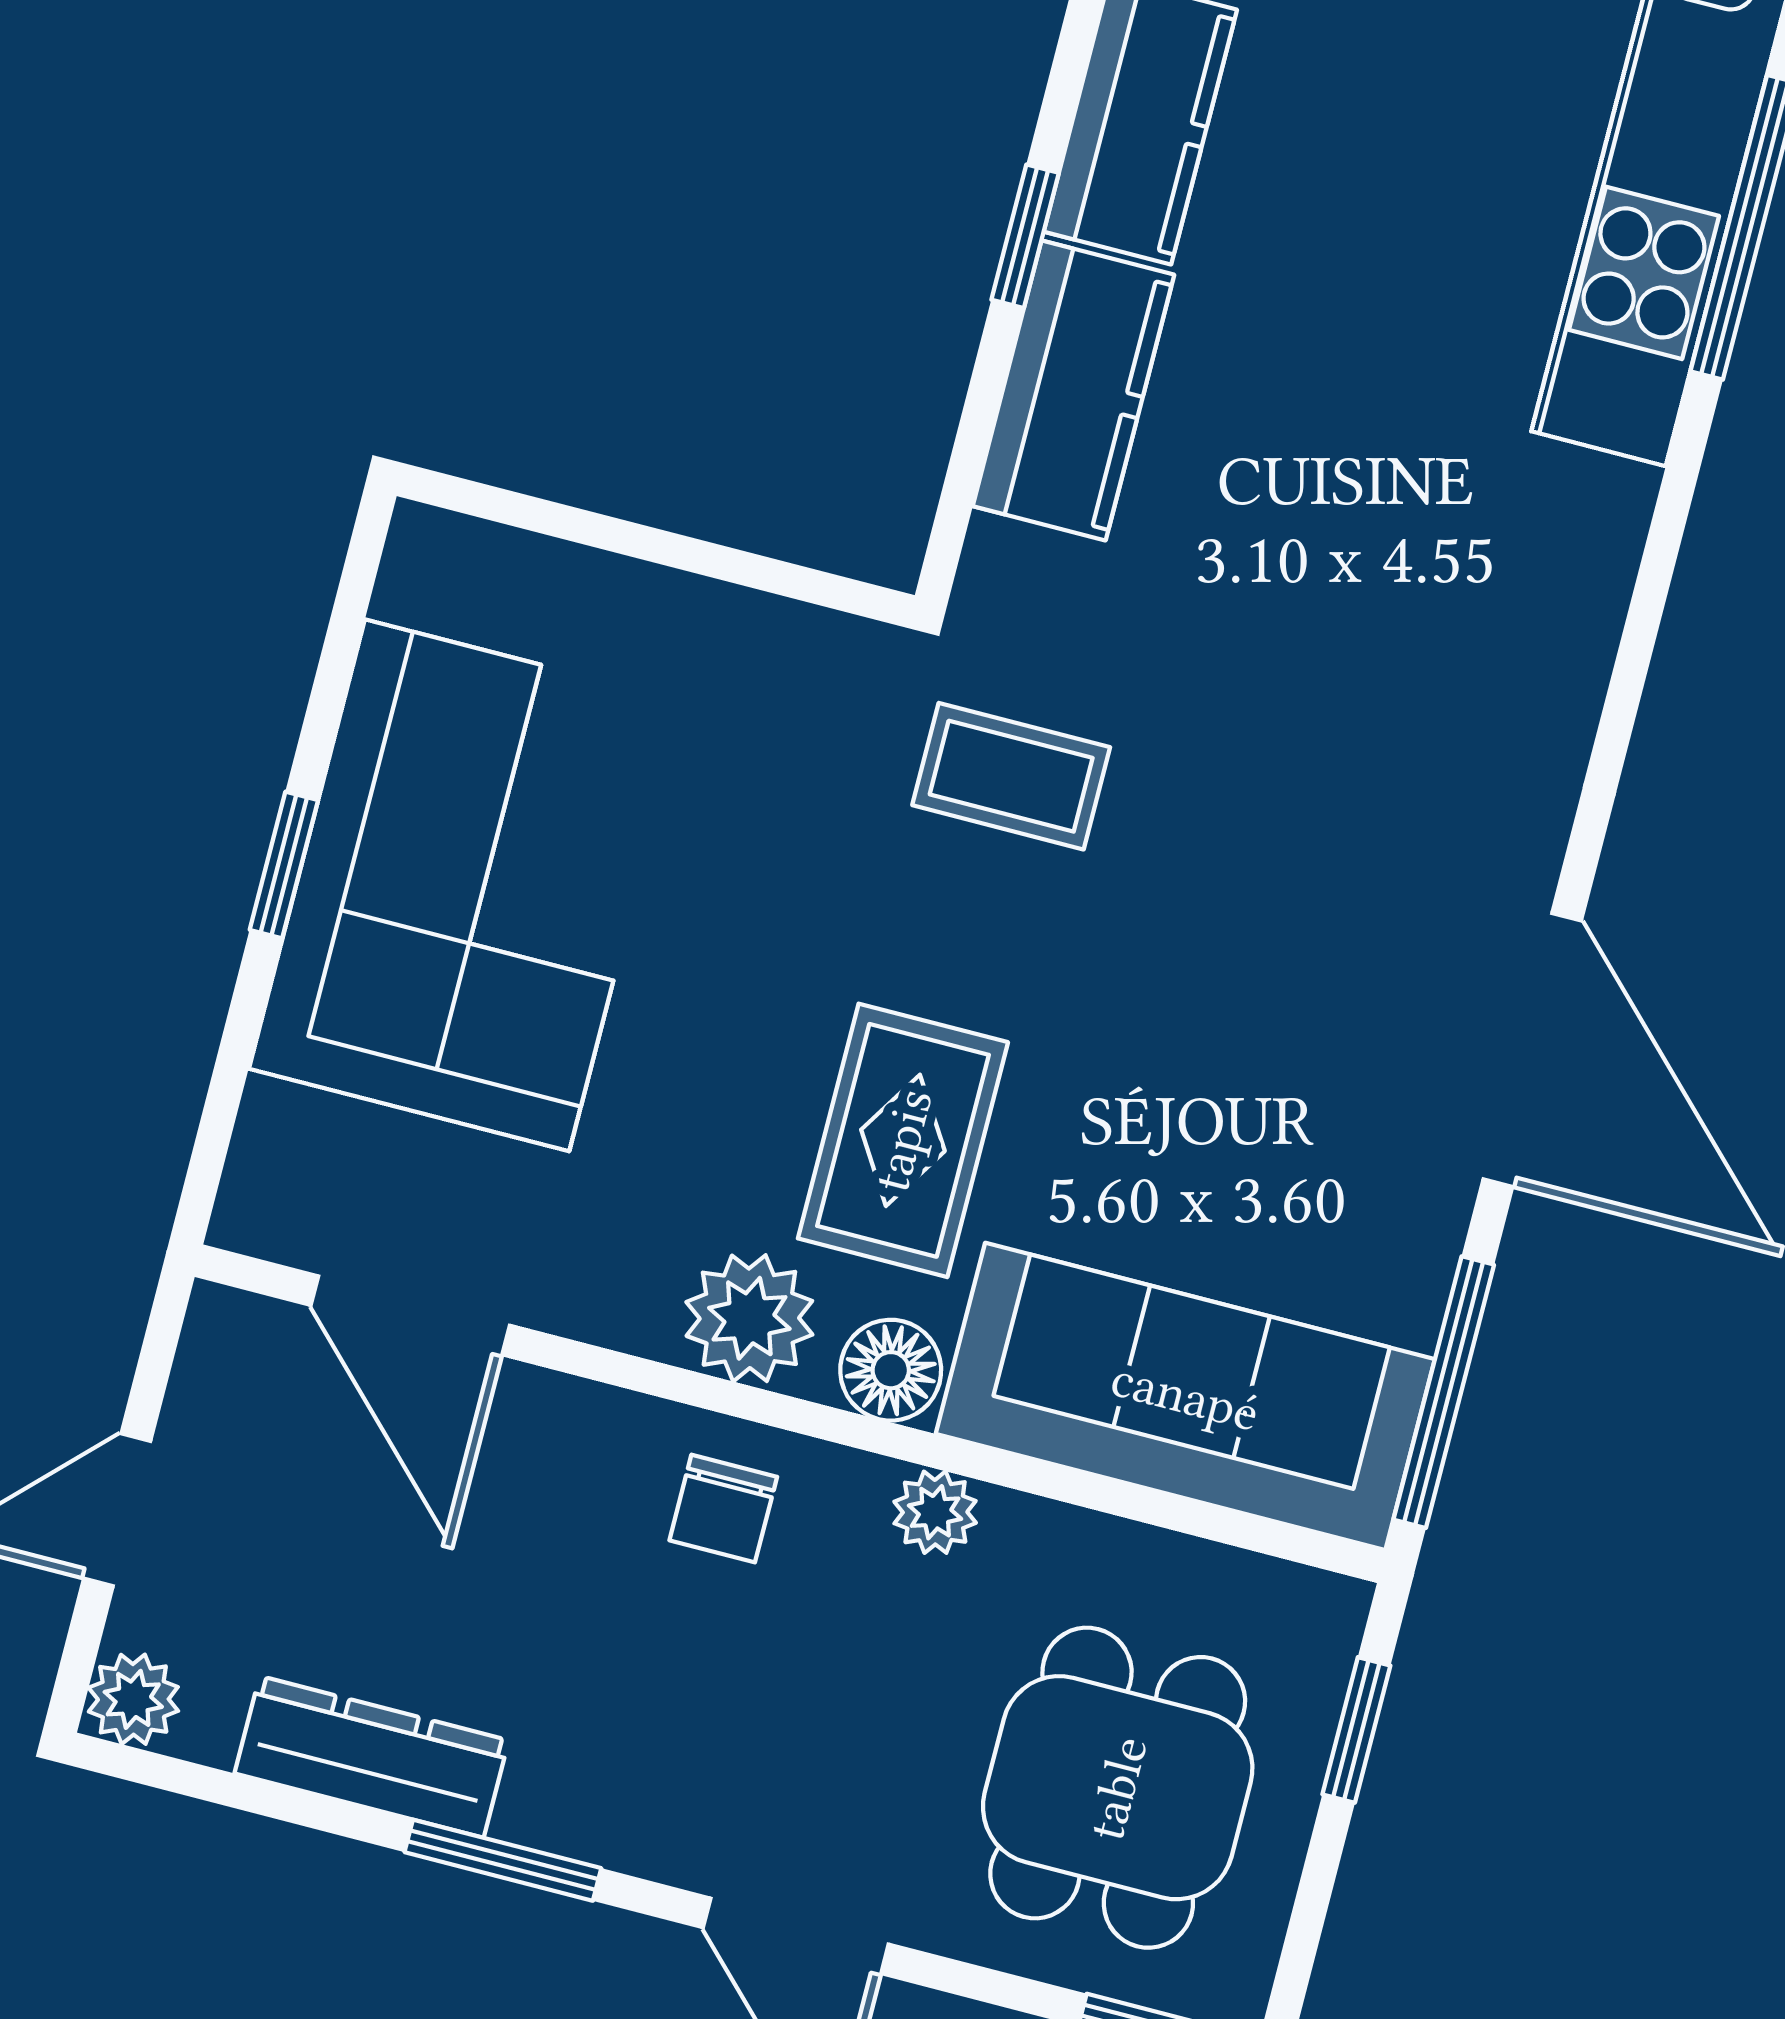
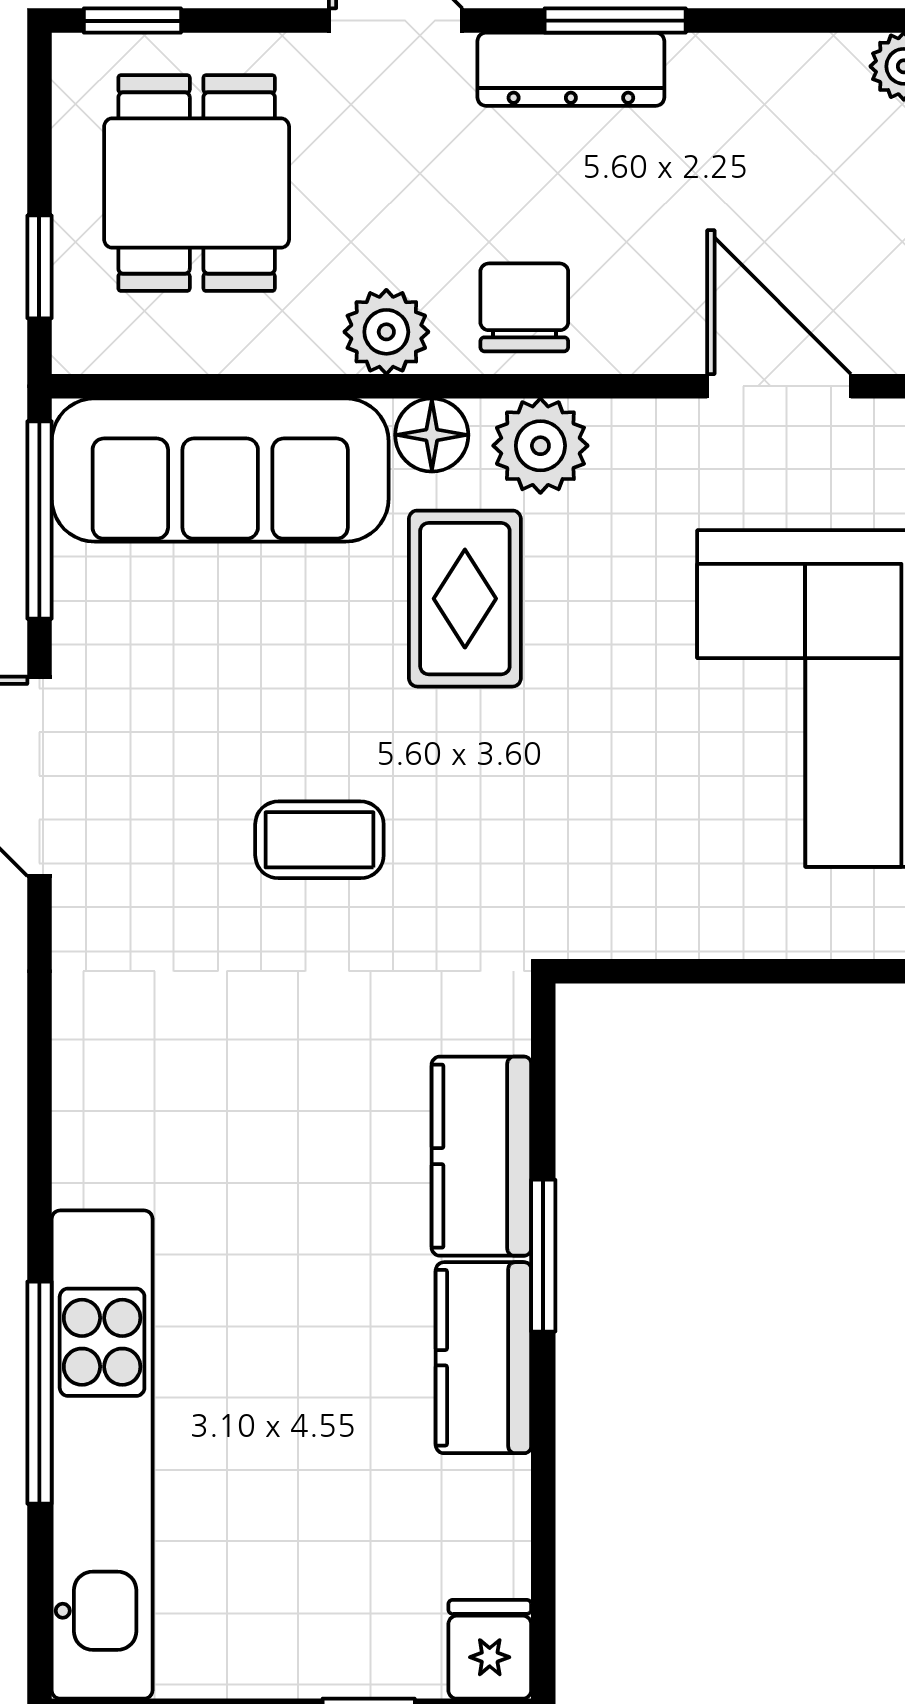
window: (1025, 236) -> (543, 1256), width x1.50
coffee table: (1011, 776) -> (319, 840), moved
chair: (723, 1509) -> (524, 307), width x1.37, depth x1.37
plant: (935, 1512) -> (386, 332), width x1.38, depth x1.38
dresser: (372, 1757) -> (571, 69), moved

